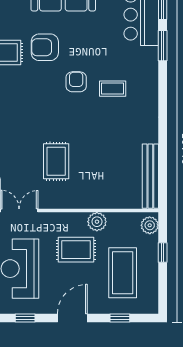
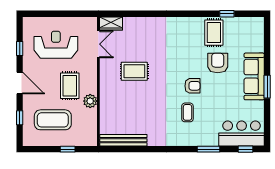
window: (163, 46) -> (208, 149), moved
plant: (150, 225) -> (88, 140), removed

